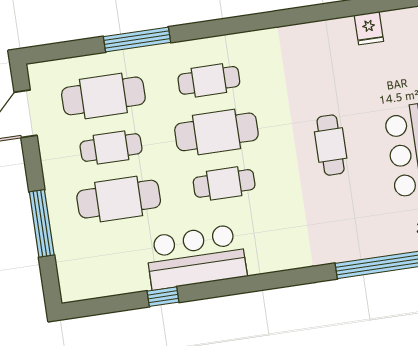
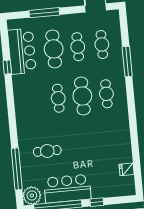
cafe table: (103, 96) -> (102, 44), width x0.73, depth x0.74
cafe table: (331, 145) -> (47, 151), moved
bar counter: (196, 257) -> (22, 51), moved

